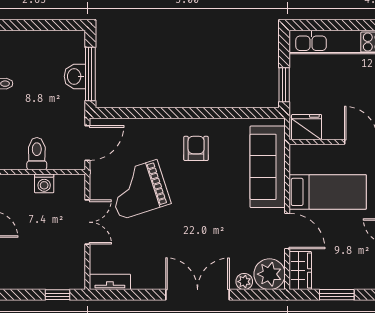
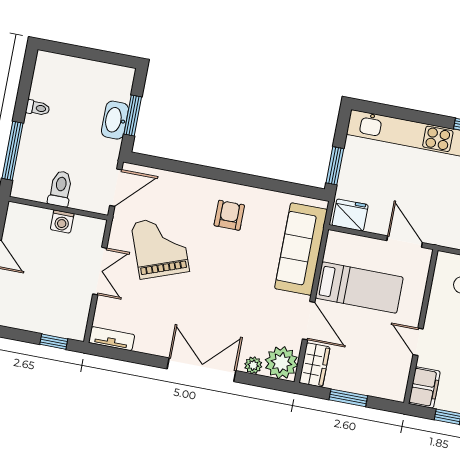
window: (90, 74) -> (133, 116), width x0.69
washbasin: (75, 76) -> (115, 120), width x1.38
grand piano: (138, 190) -> (160, 247), turned 88

